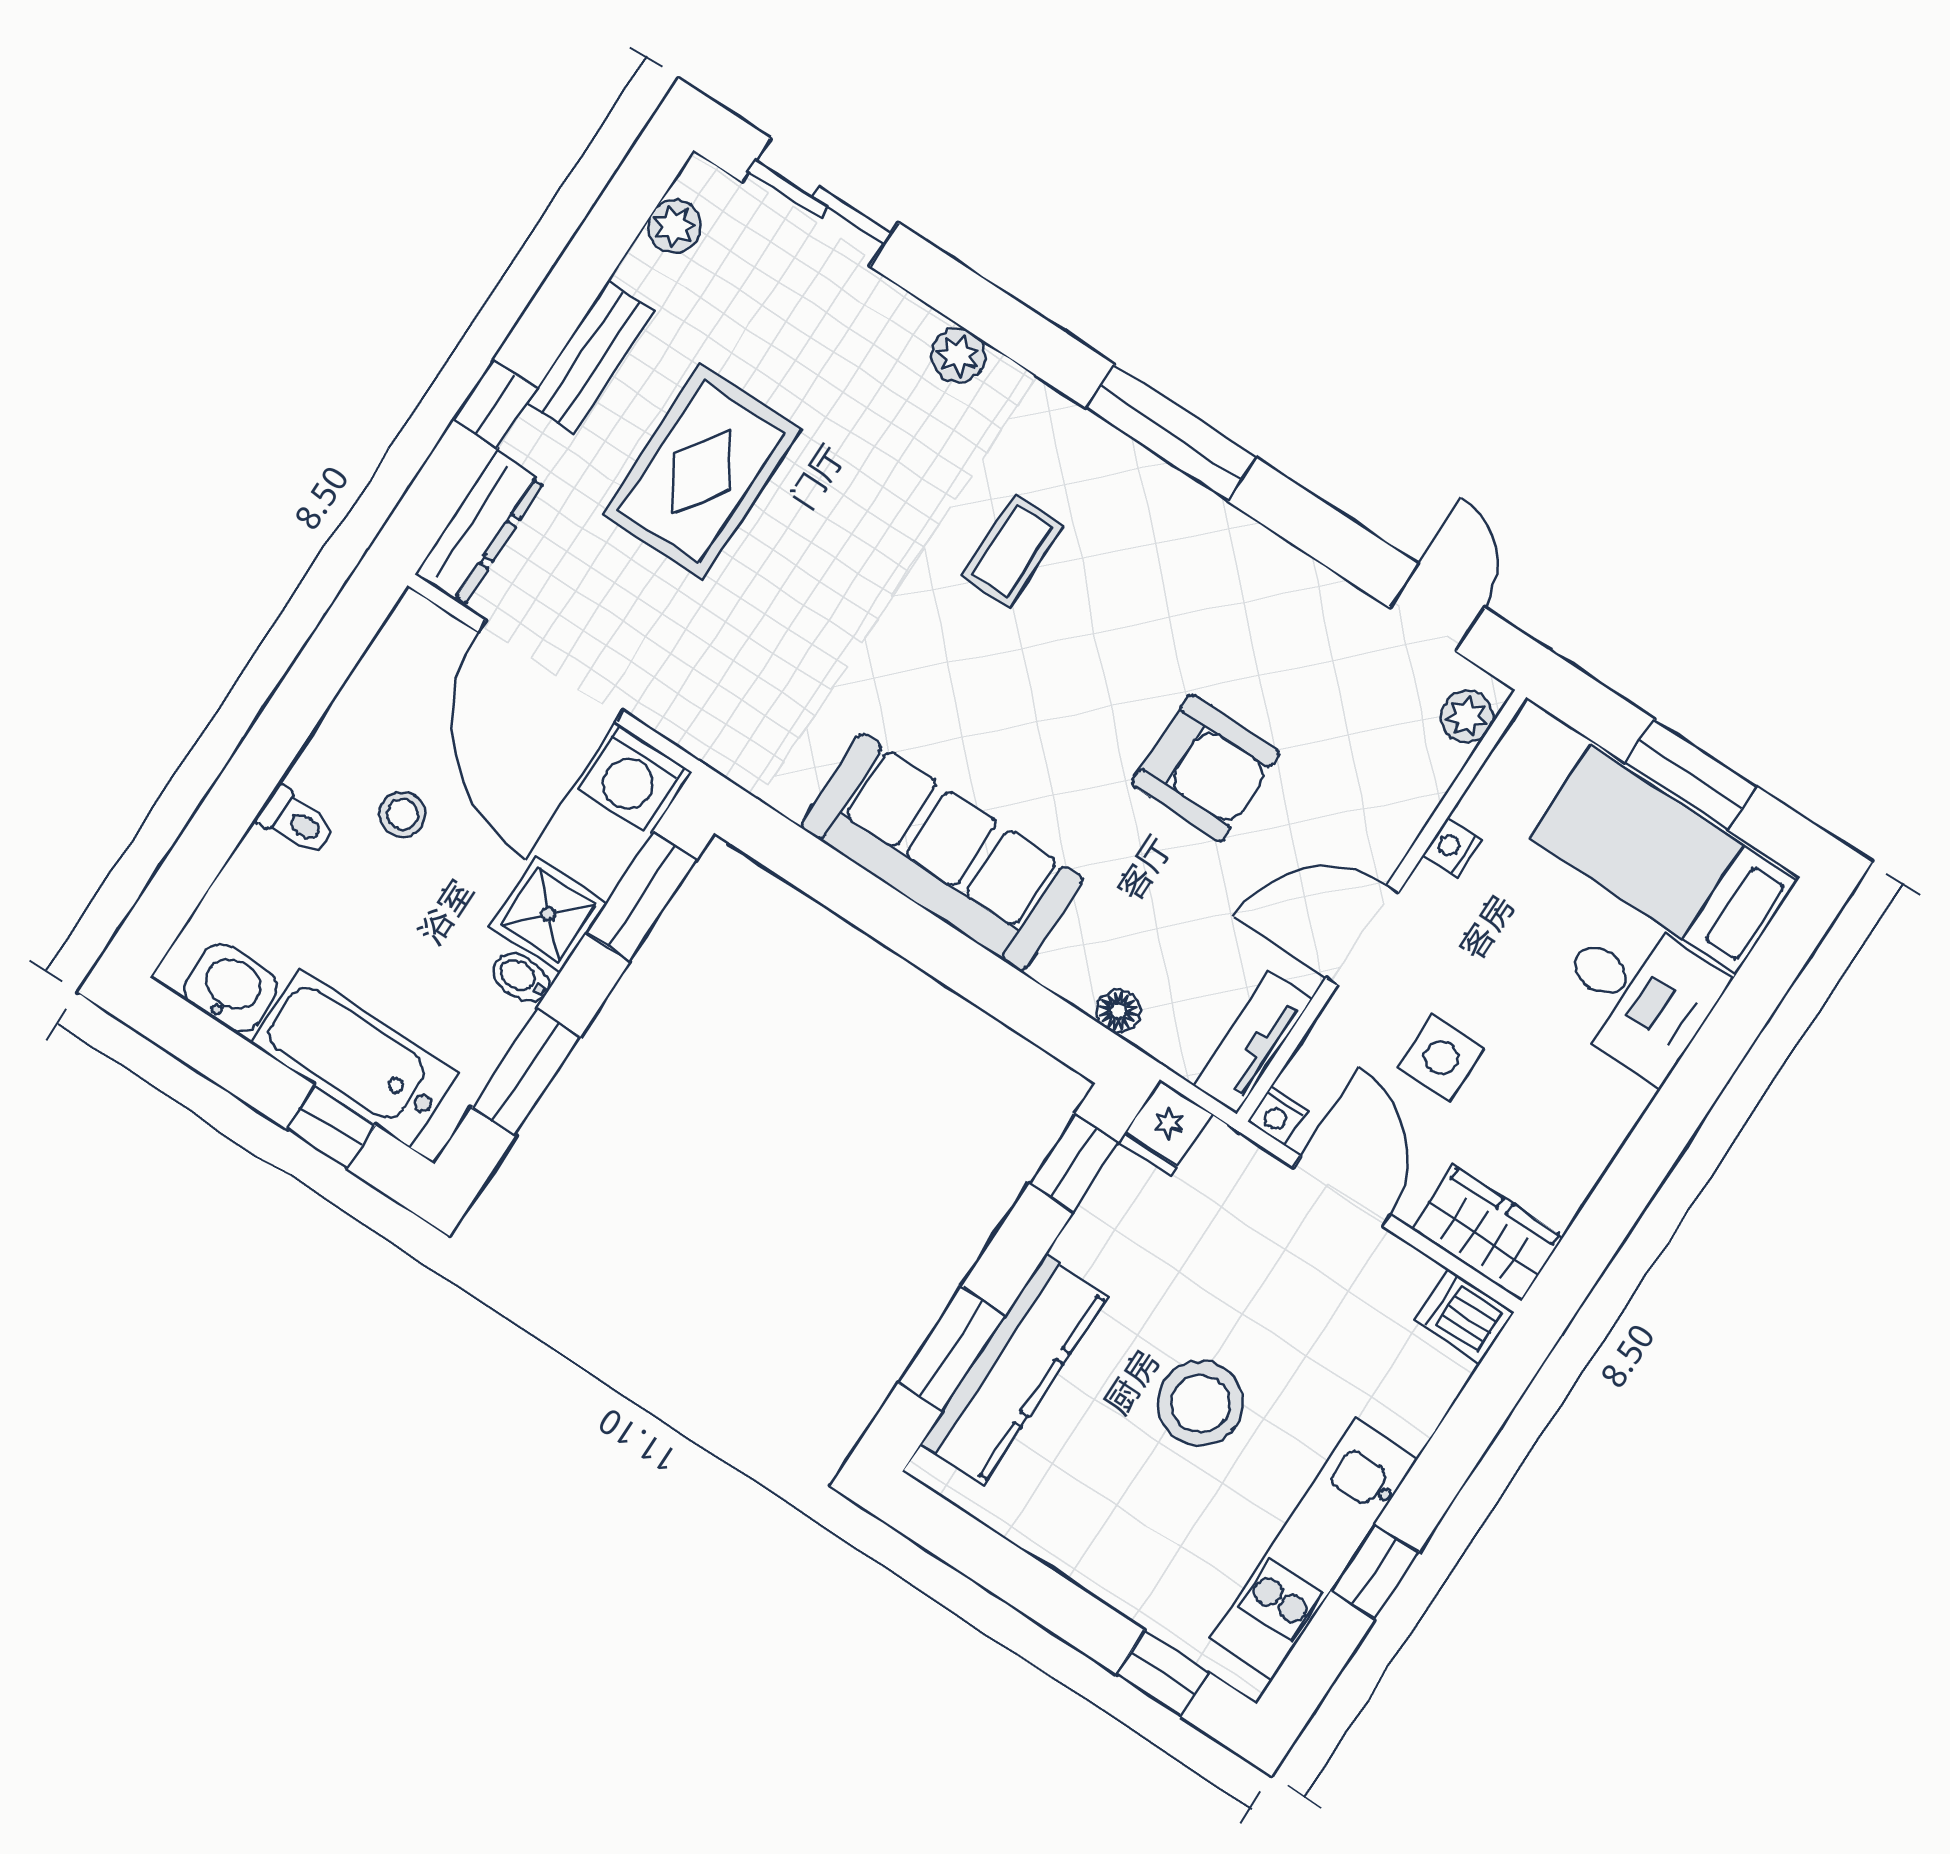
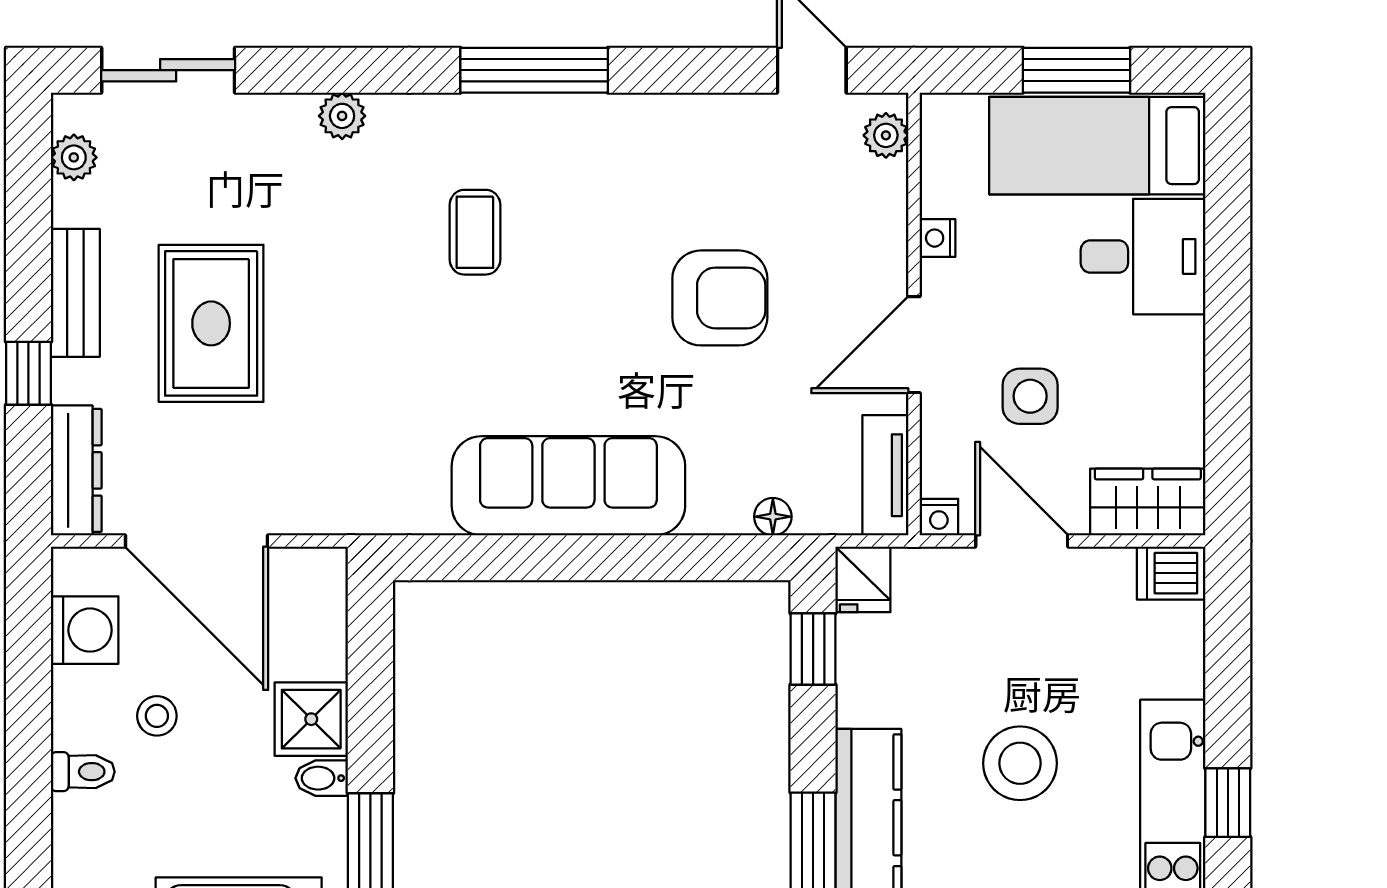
washing machine: (631, 778) -> (85, 630), moved, turned -90
window: (641, 896) -> (370, 661), removed

